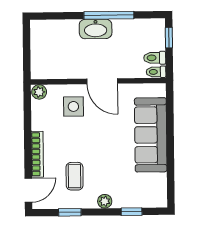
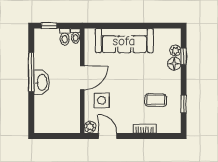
bookcase: (37, 154) -> (145, 129), width x0.64
door: (28, 190) -> (108, 136), moved
floor lamp: (122, 200) -> (174, 64), added
plant: (105, 201) -> (175, 51), moved

